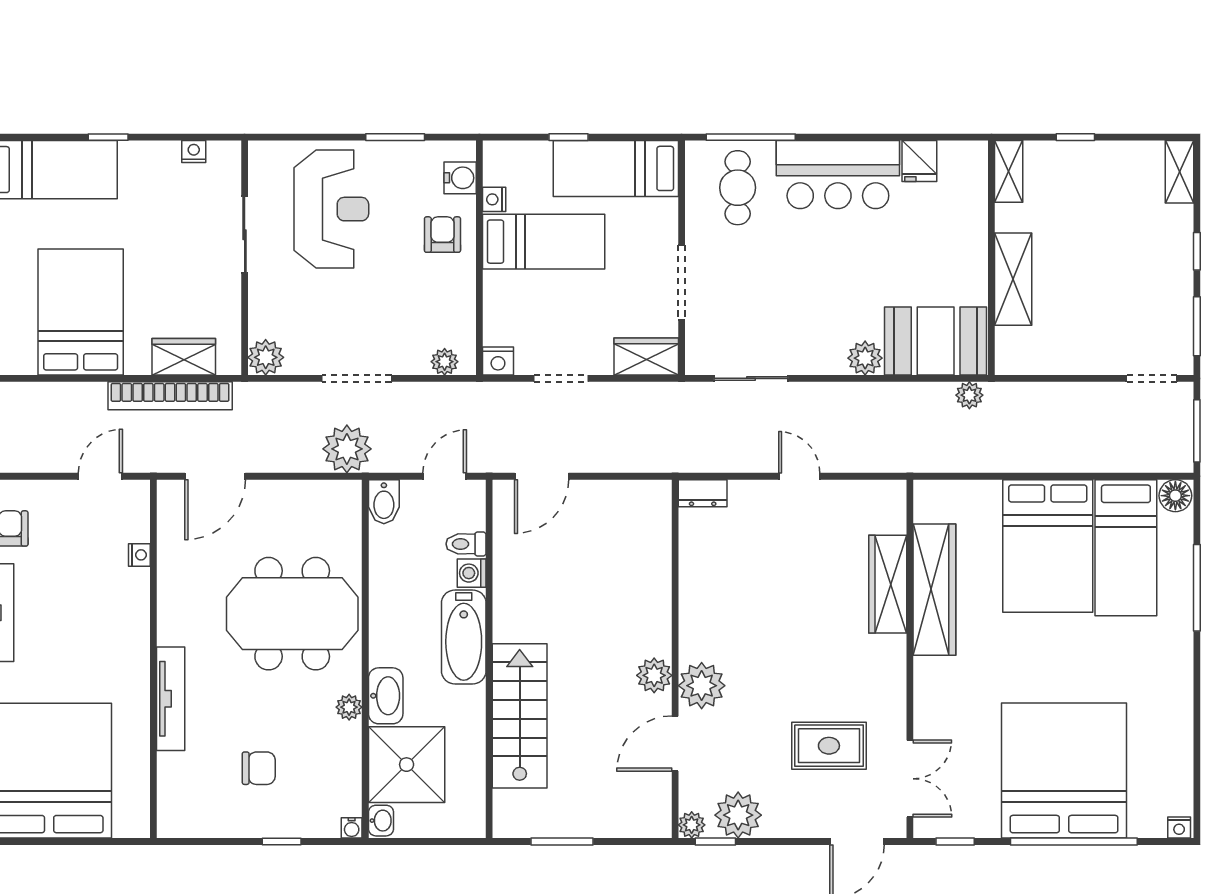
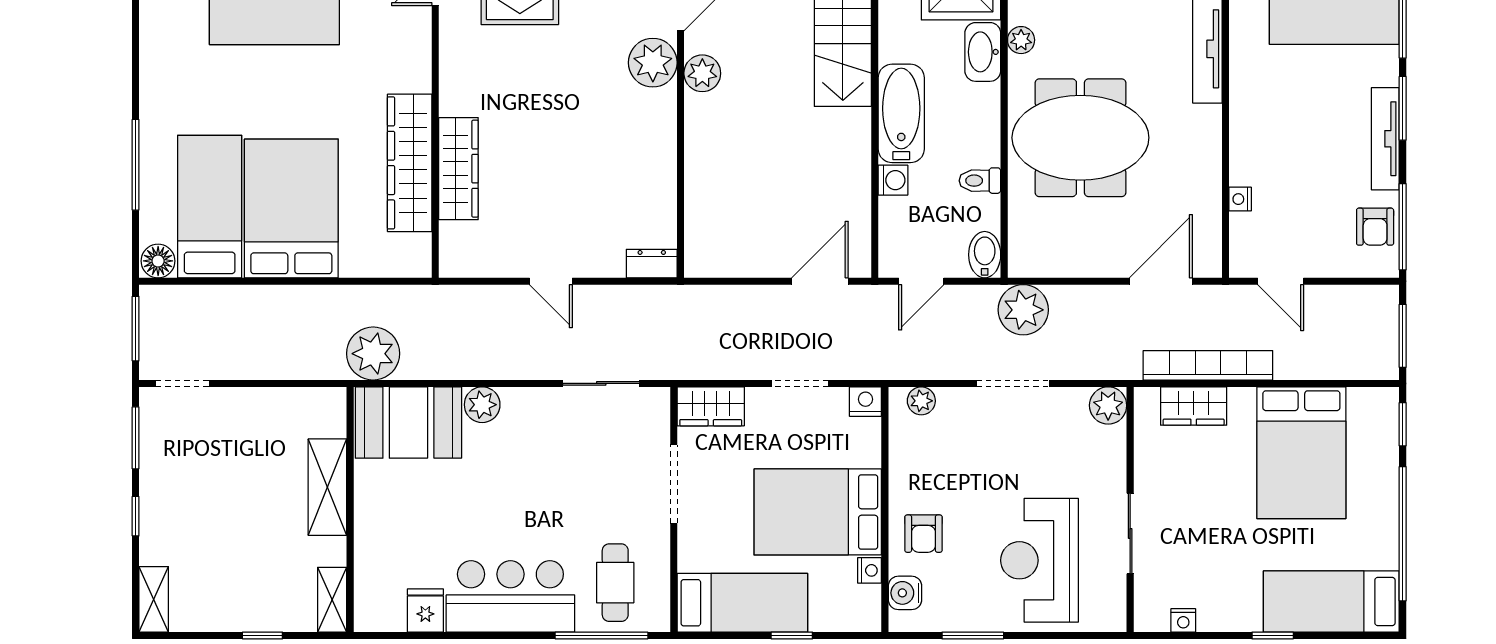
bed: (544, 242) -> (818, 512), width x1.50
plant: (969, 395) -> (373, 354), width x1.87, depth x1.87
door: (100, 476) -> (1281, 281), hinge flipped
toilet: (466, 544) -> (980, 181), moved, turned 180

